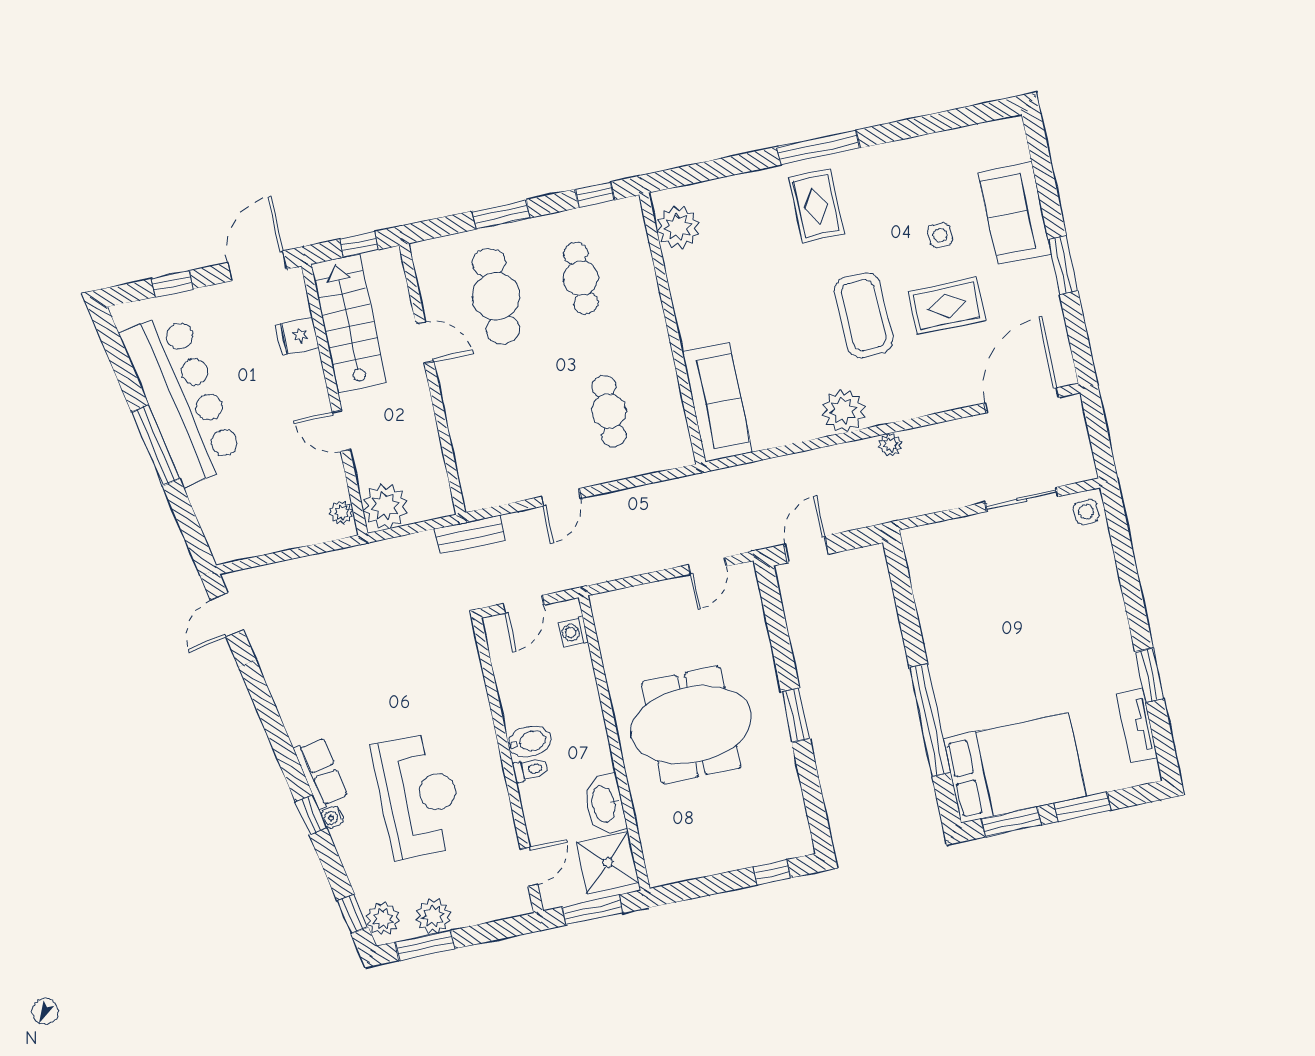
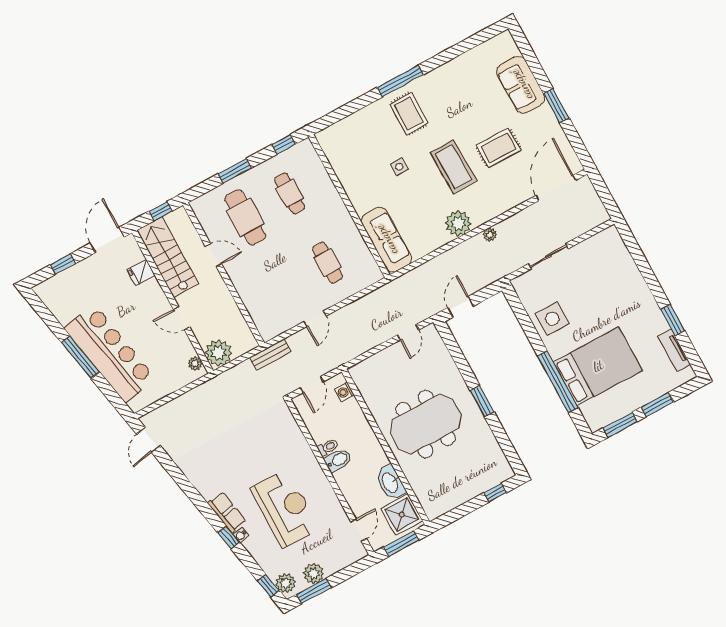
plant: (678, 227) -> (335, 149), removed
side table: (940, 235) -> (399, 167), moved
bar counter: (182, 398) -> (110, 353), moved
sliding door: (1022, 499) -> (549, 256), moved
side table: (1086, 512) -> (552, 319), moved, width x1.87, depth x1.87
bed: (1015, 768) -> (598, 366), moved
toilet: (530, 770) -> (328, 447), moved

